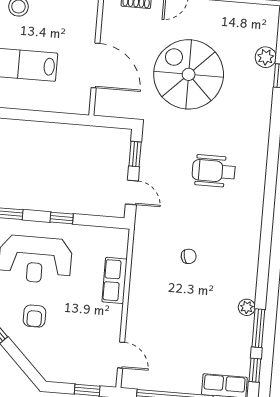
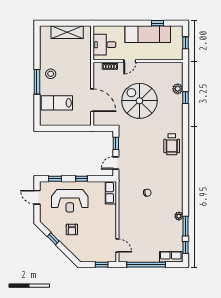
wheelchair: (214, 171) -> (172, 144), moved, turned -90
door: (132, 192) -> (116, 163), swing flipped
row of seats: (115, 280) -> (111, 193), moved

